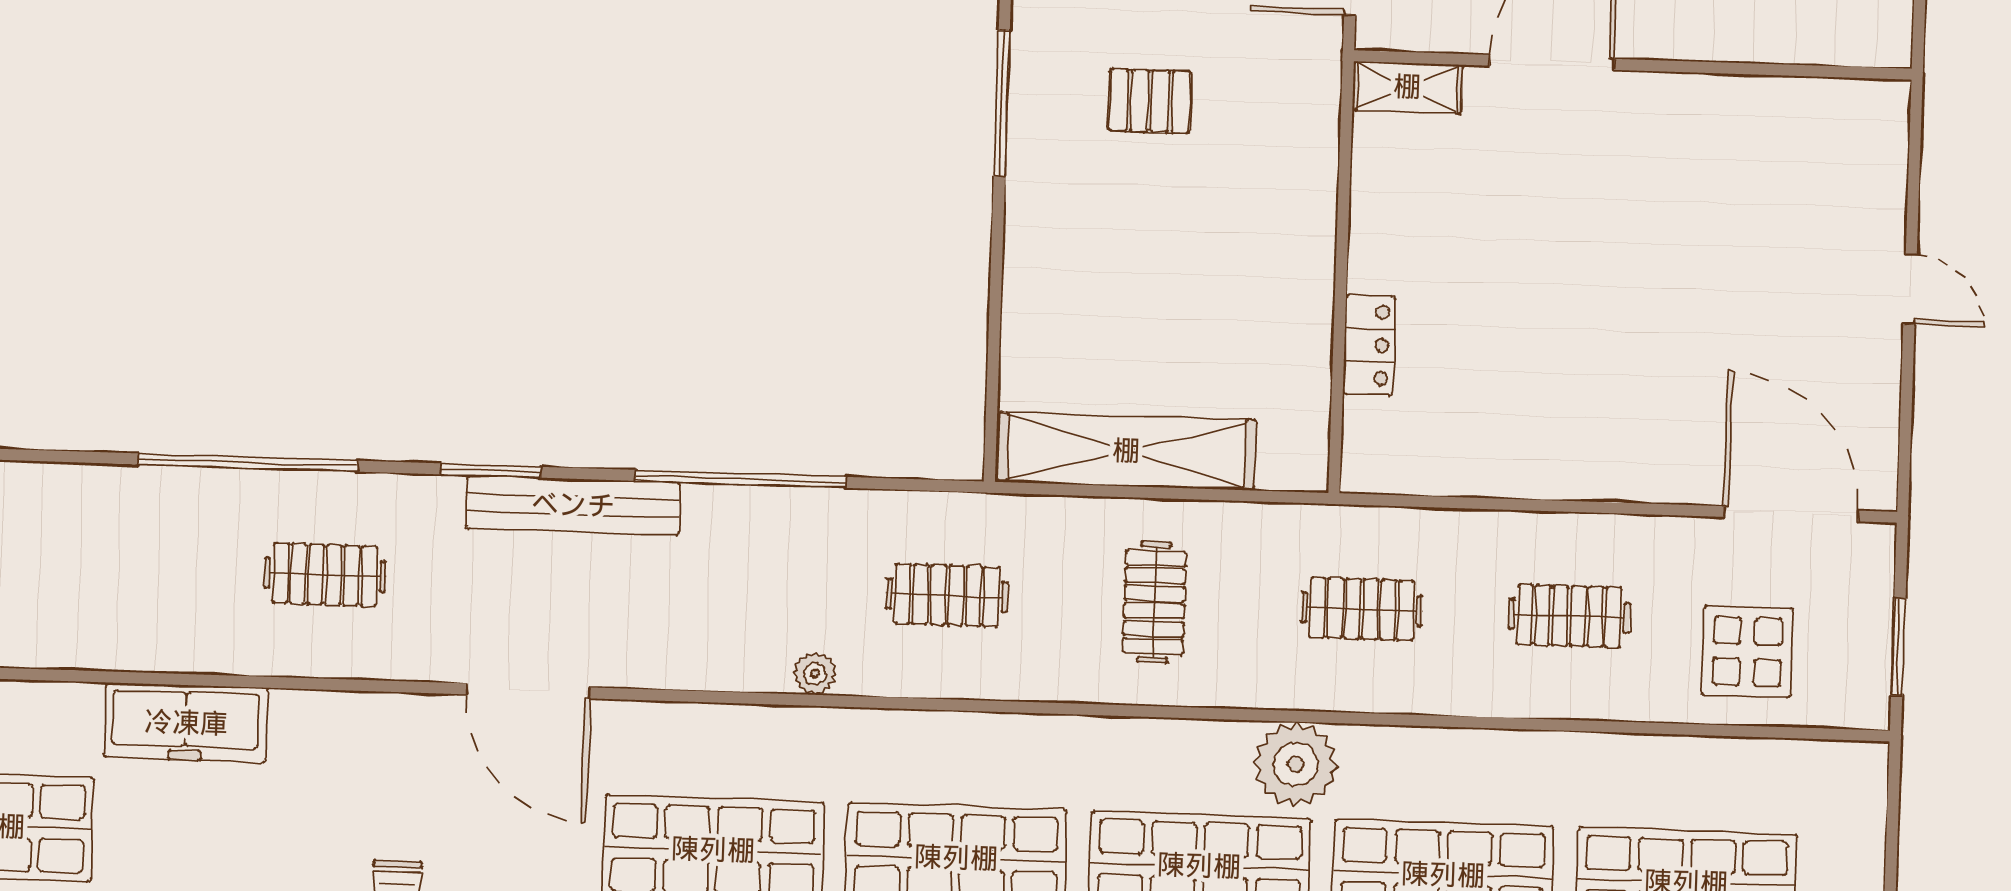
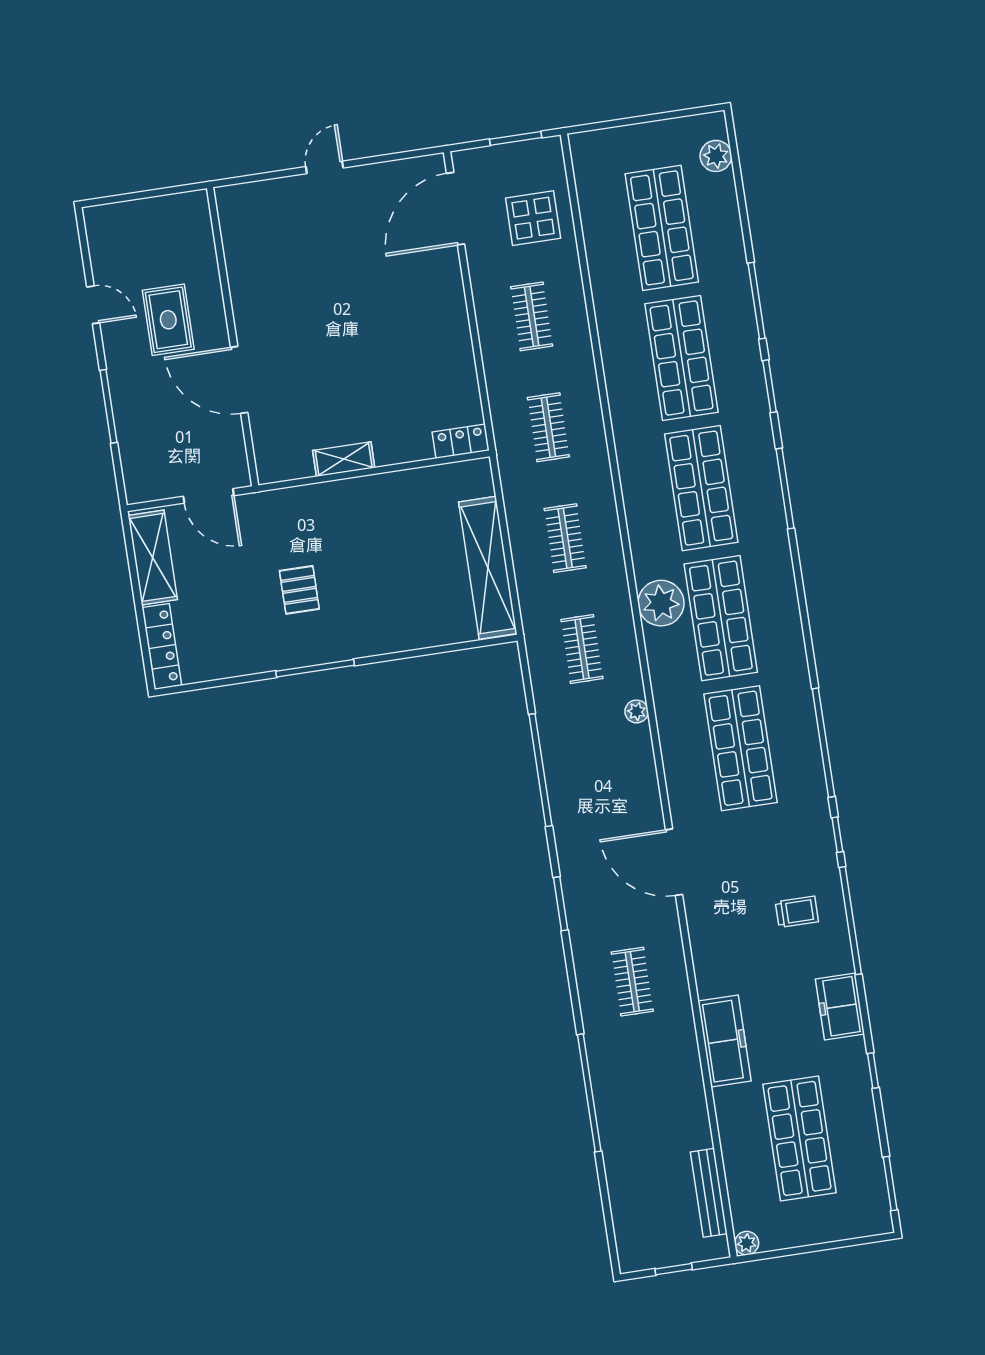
shelving: (1407, 87) -> (344, 459), moved, turned 90
locker: (1369, 345) -> (461, 441), moved
window: (248, 463) -> (589, 1093), moved
bench: (573, 505) -> (571, 856), removed
clothes rail: (1154, 602) -> (565, 538), turned 90
door: (528, 691) -> (674, 862), swing flipped
plant: (1296, 764) -> (661, 603), moved

